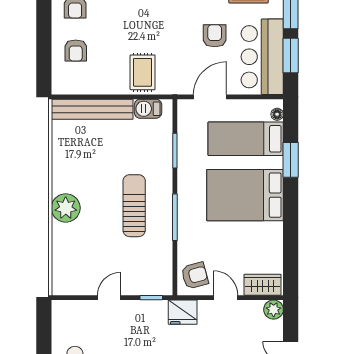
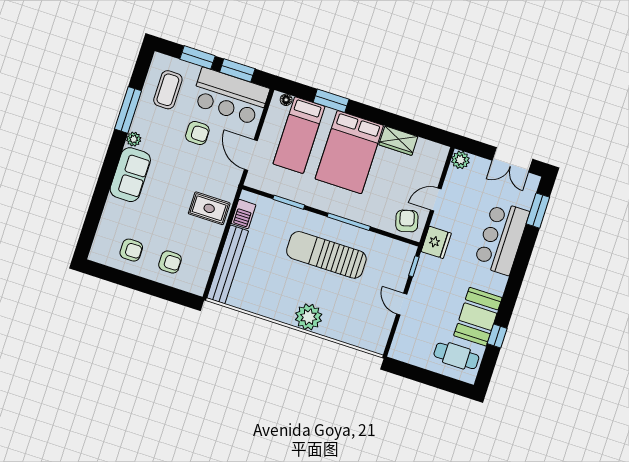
armchair: (215, 36) -> (197, 133), turned 180
sun lounger: (134, 206) -> (326, 255), width x1.36, depth x1.34
wardrobe: (263, 285) -> (398, 141), moved, turned -90

